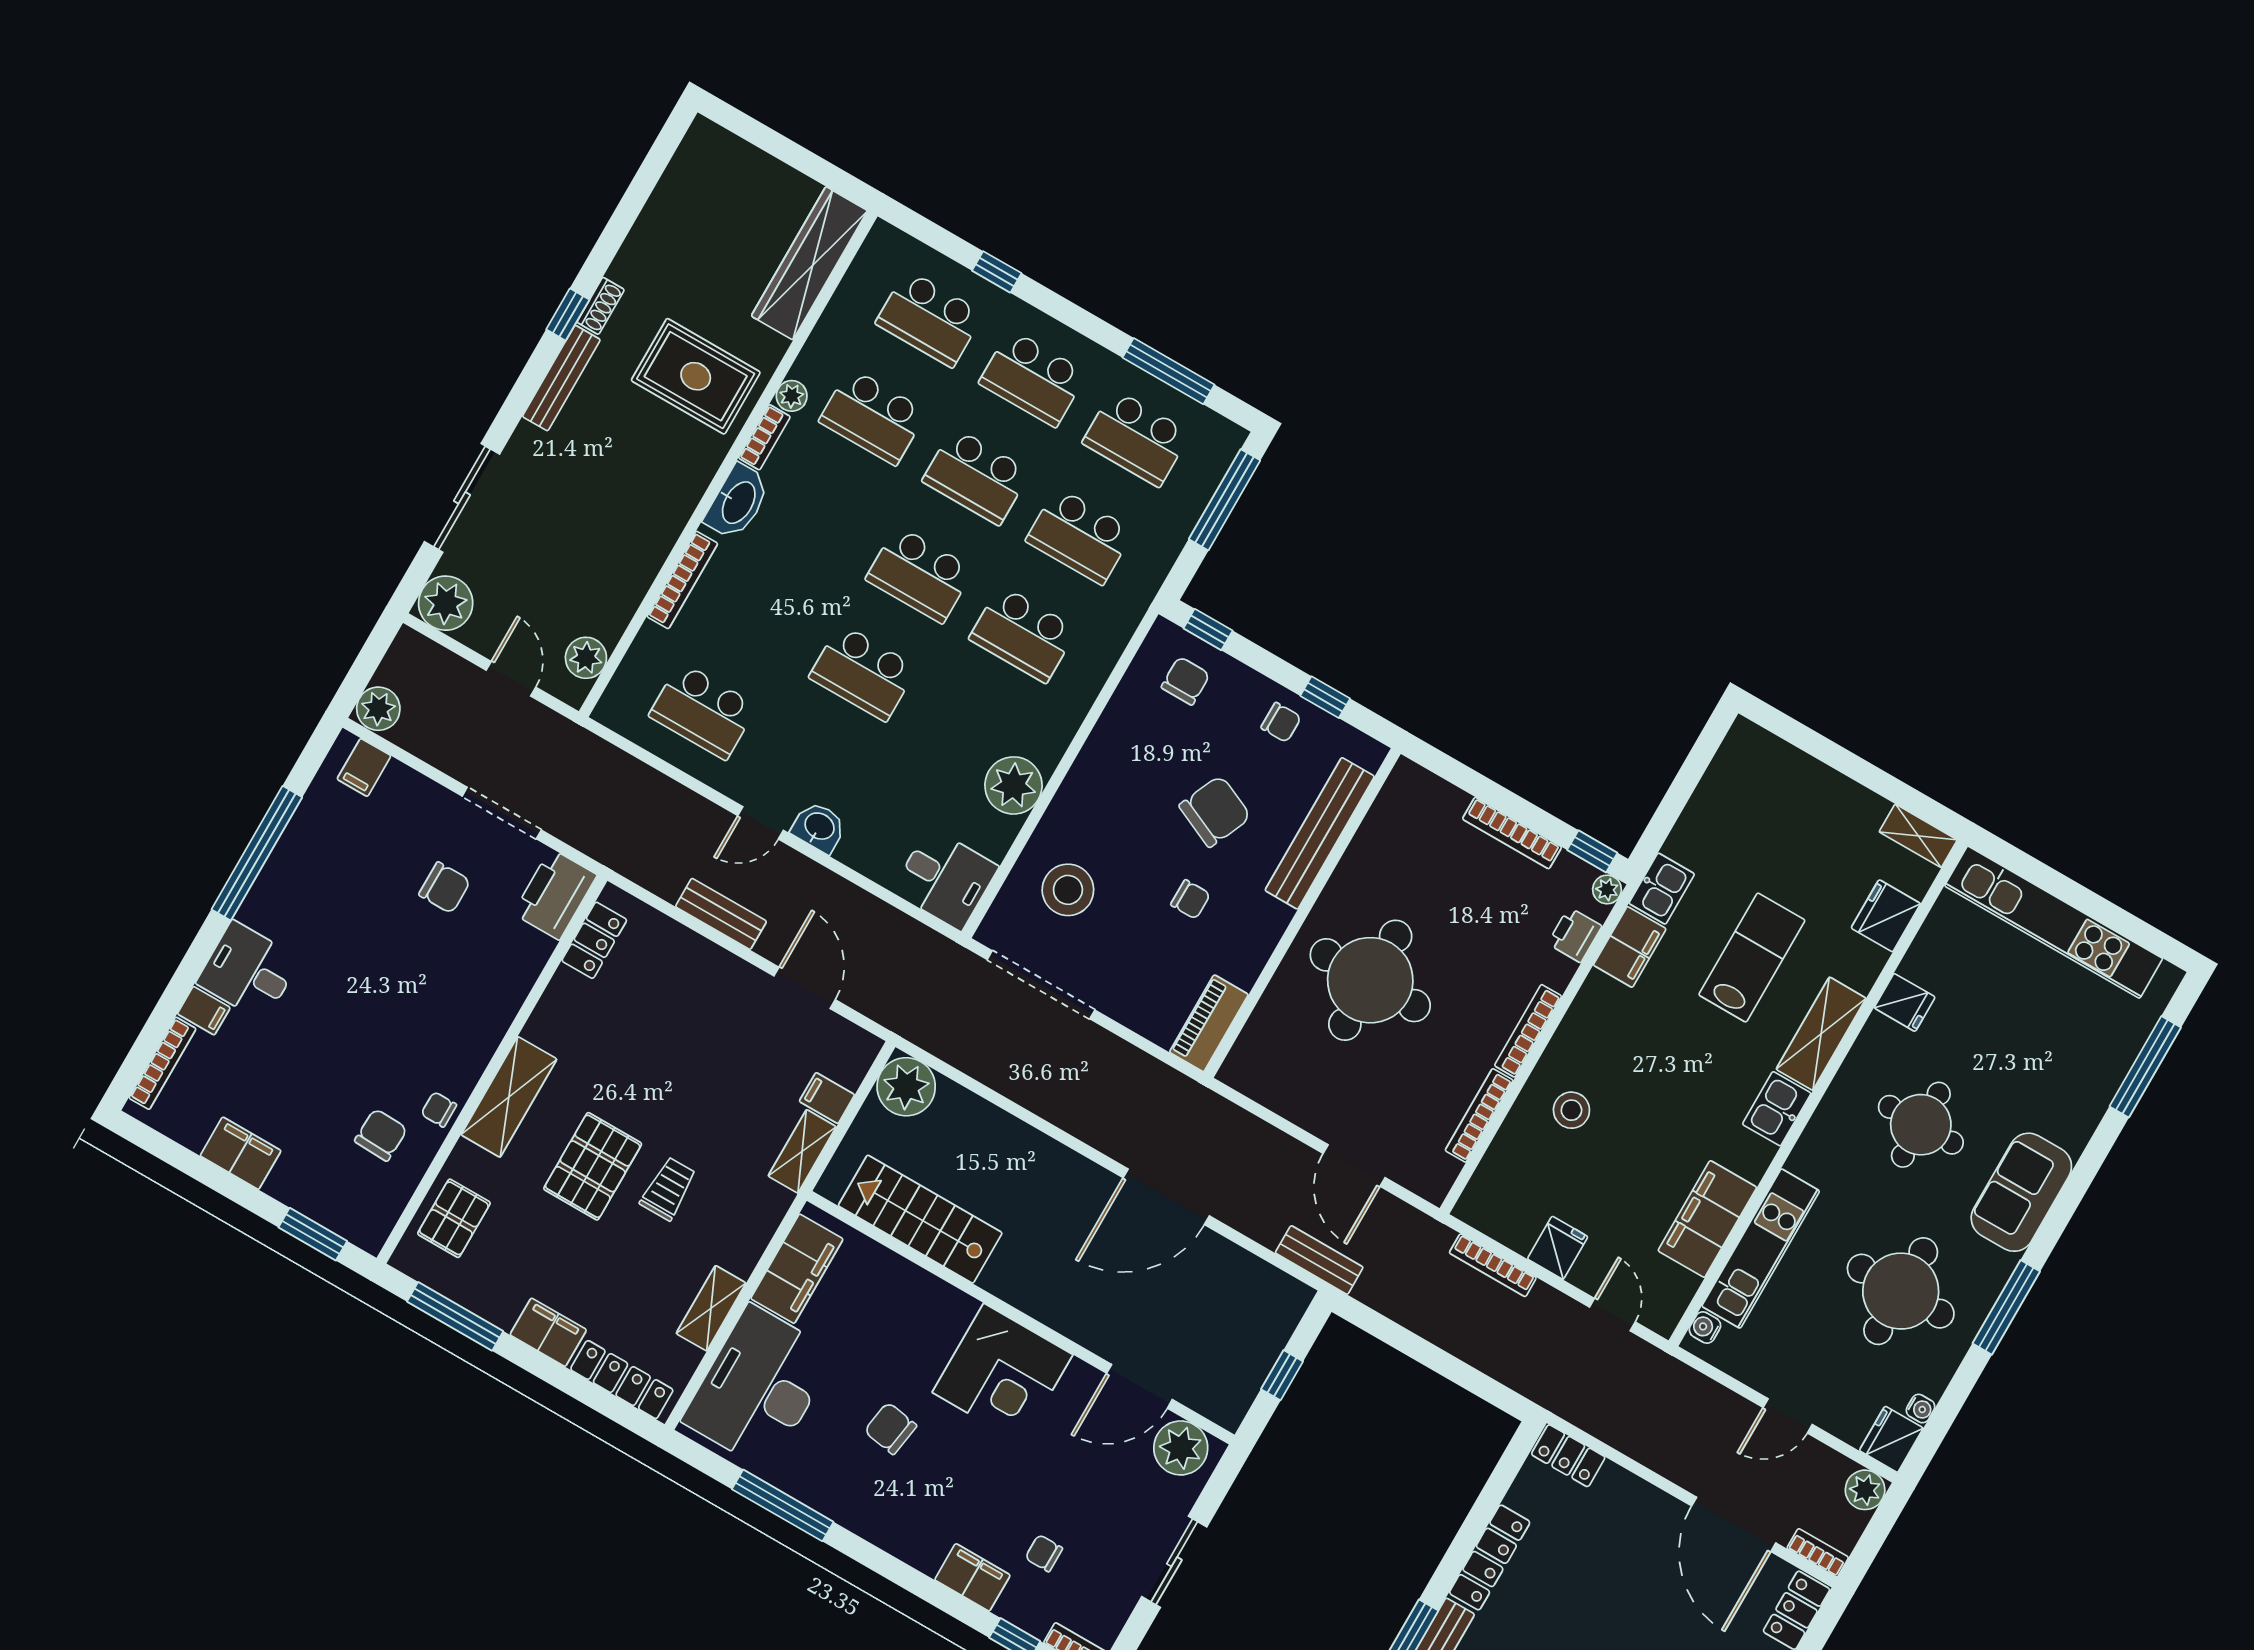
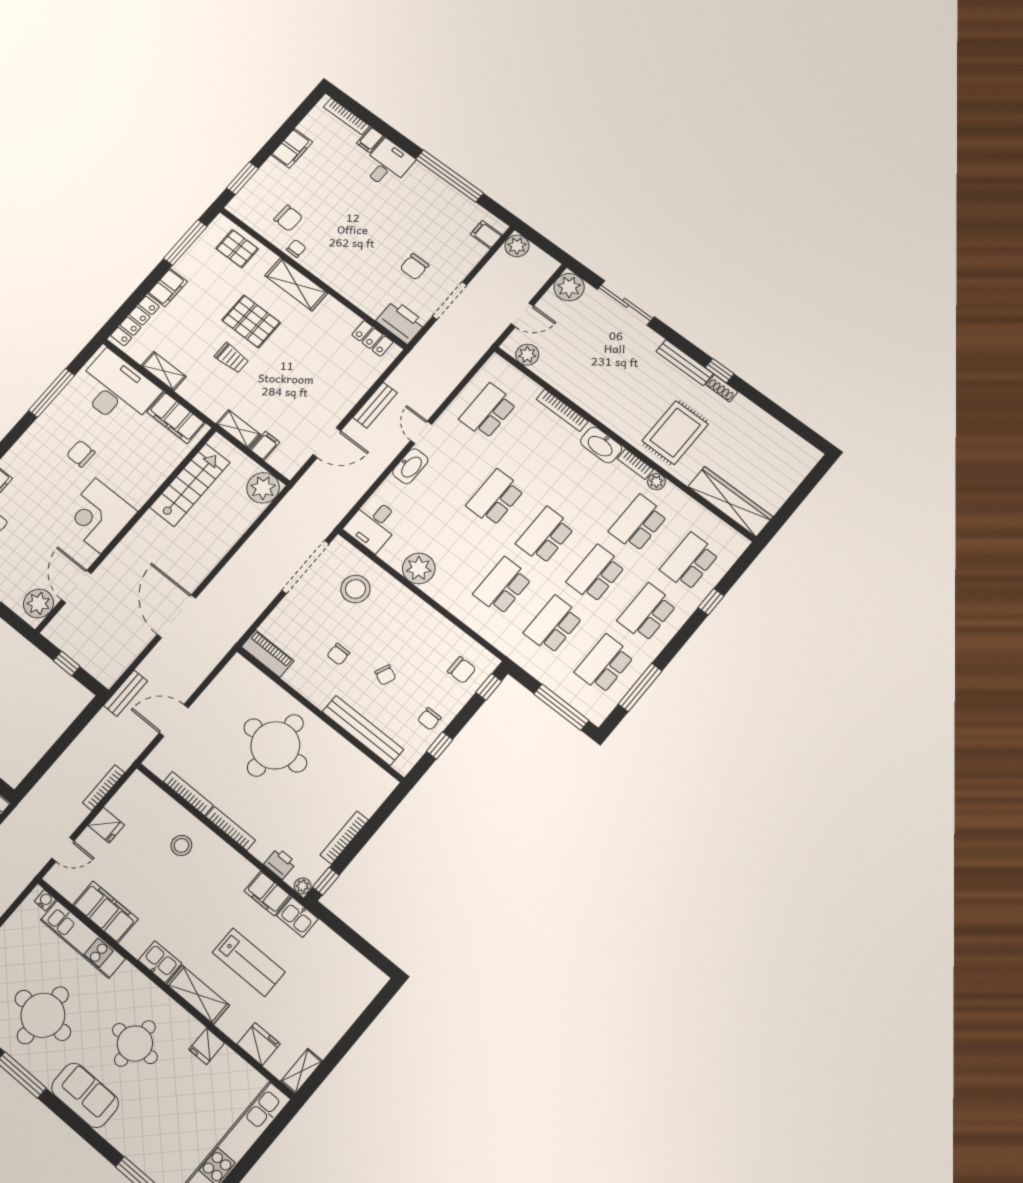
chair: (1215, 811) -> (385, 675), width x0.54, depth x0.54
washbasin: (819, 827) -> (410, 466), width x1.38
chair: (891, 1428) -> (81, 454), turned -98

